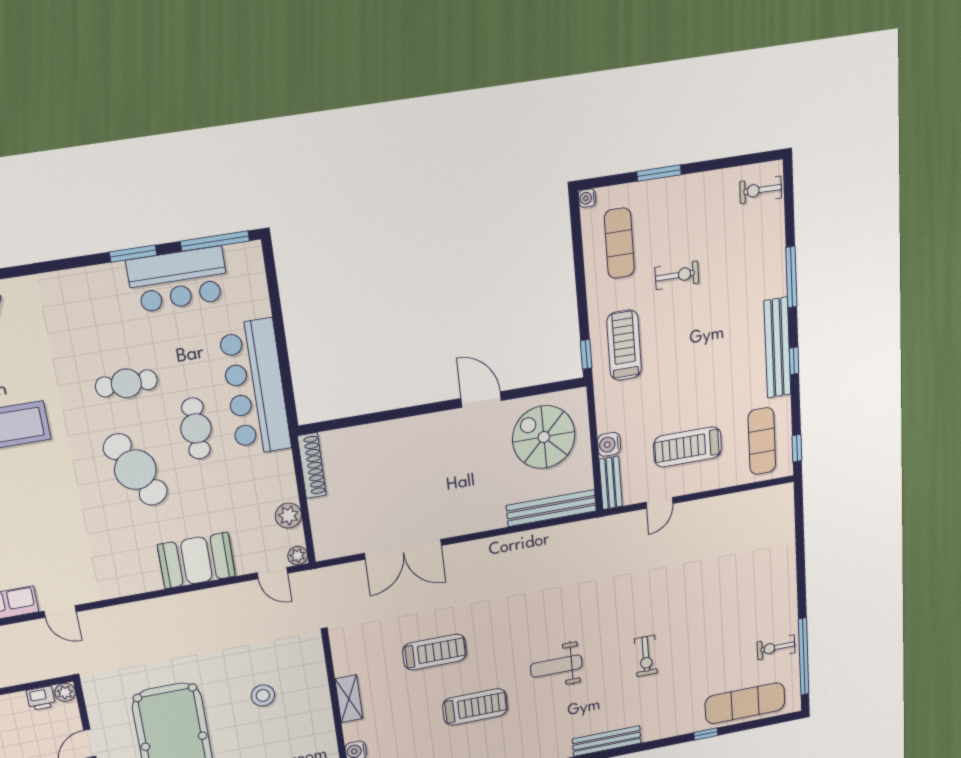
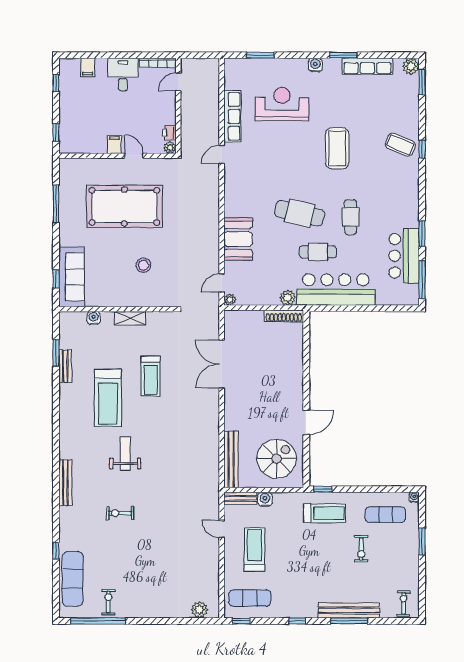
bench: (777, 348) -> (349, 610), moved
cafe table: (135, 470) -> (300, 213), turned 40
plant: (782, 514) -> (199, 610), added
plant: (288, 516) -> (288, 298), moved
treadmill: (475, 707) -> (108, 398), width x1.37, depth x1.38

